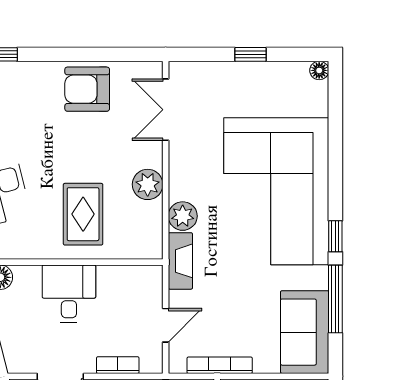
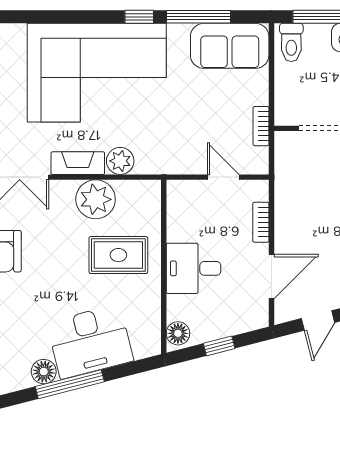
plant: (148, 184) -> (96, 199), width x1.36, depth x1.36
fireplace: (180, 261) -> (78, 163), moved
bookcase: (220, 365) -> (261, 126), width x0.64

